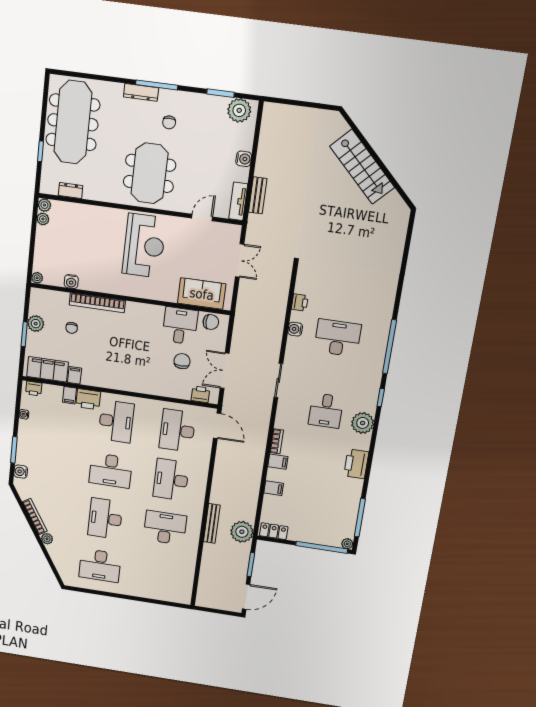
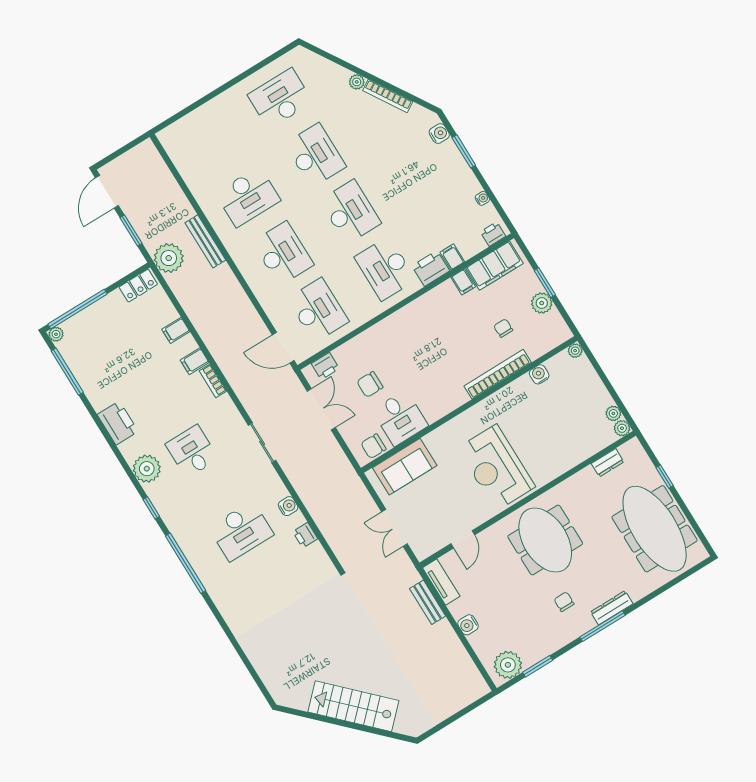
chair: (182, 361) -> (370, 384), turned 90
desk: (111, 471) -> (350, 212), turned 90

